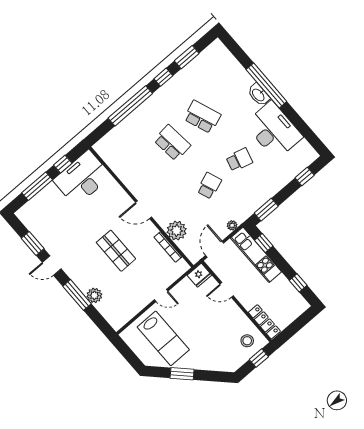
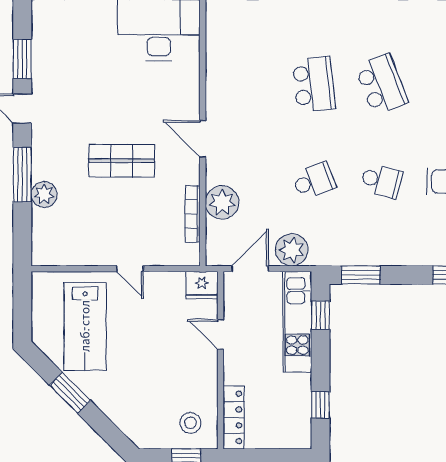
plant: (232, 225) -> (292, 250), width x1.87, depth x1.87
shop shelf: (116, 251) -> (122, 161), turned 90

